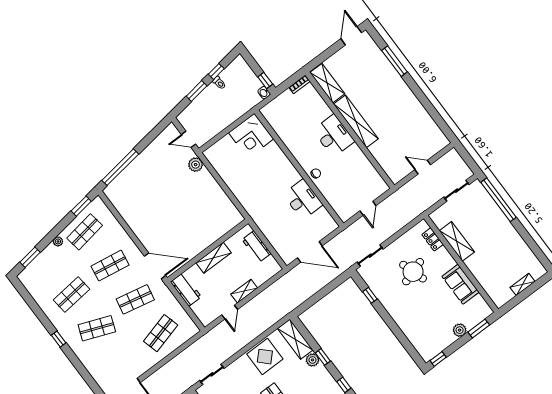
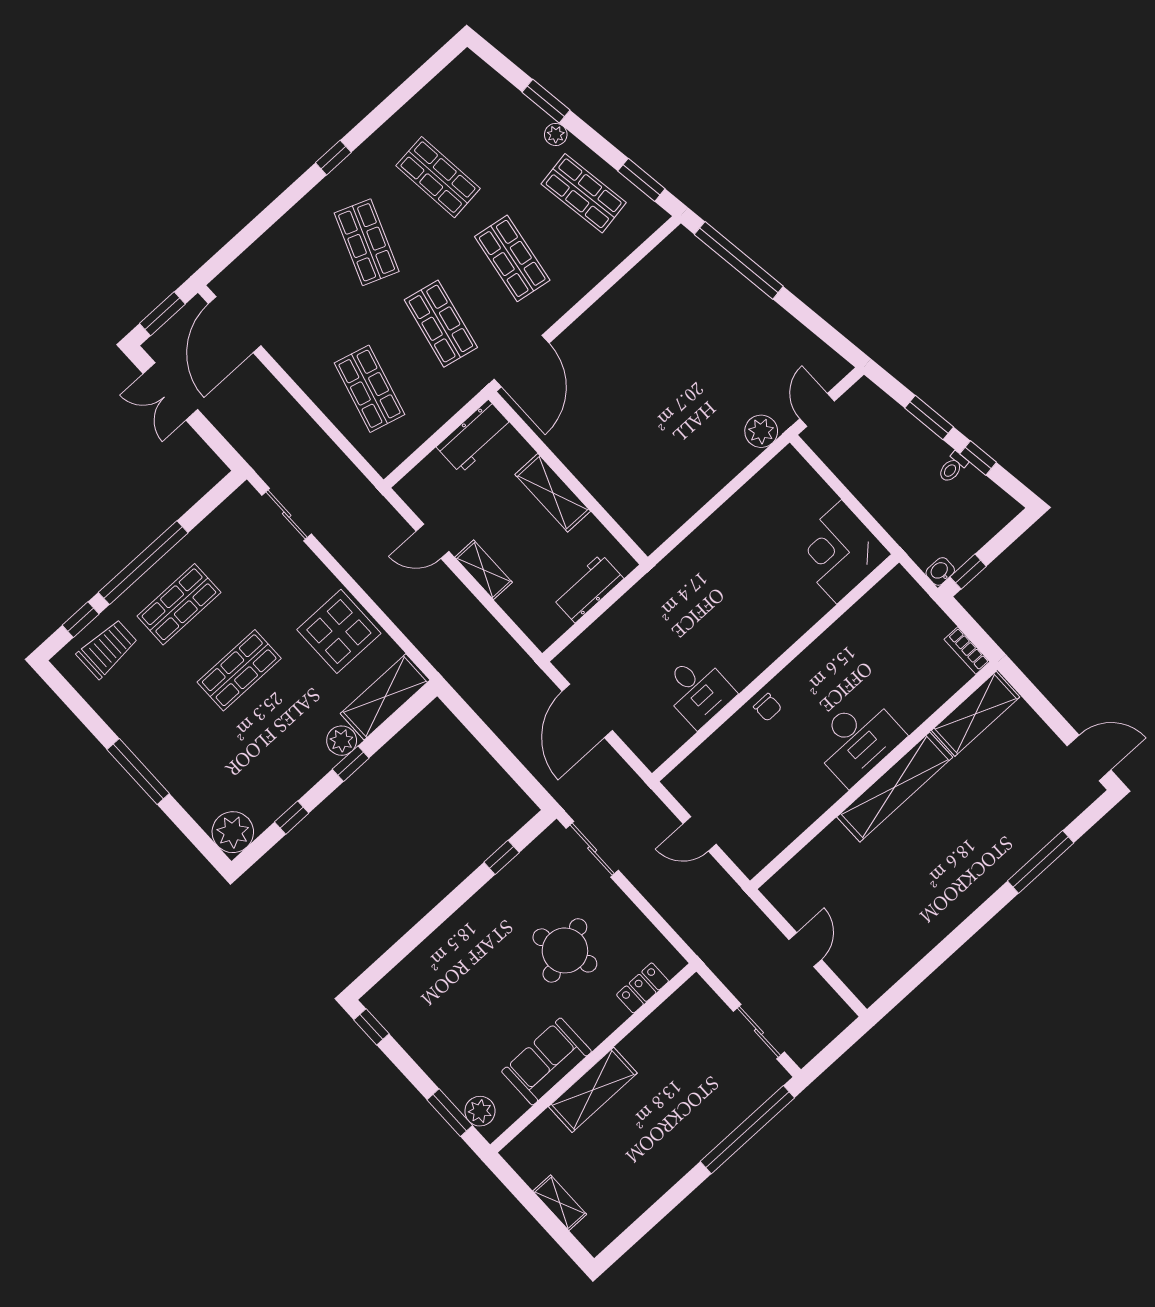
desk: (303, 199) -> (698, 690), width x0.73
shelving: (457, 241) -> (593, 1090), moved
window: (30, 257) -> (546, 101), moved
plant: (460, 330) -> (480, 1111), moved
shop shelf: (161, 333) -> (369, 389), turned 30

